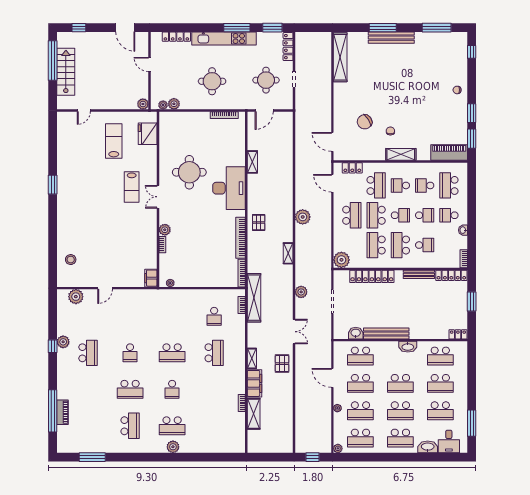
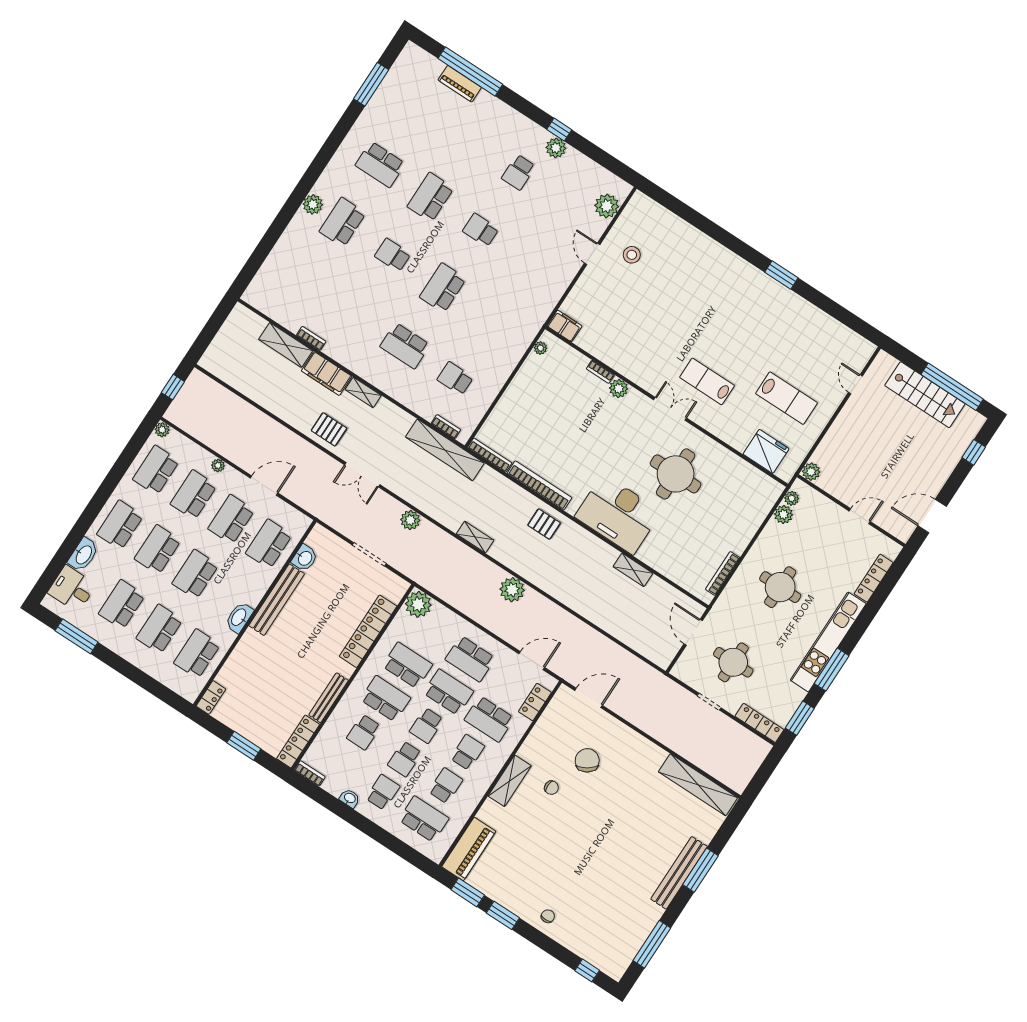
stool: (71, 260) -> (632, 255), moved
school desk: (88, 353) -> (519, 172), width x0.54

